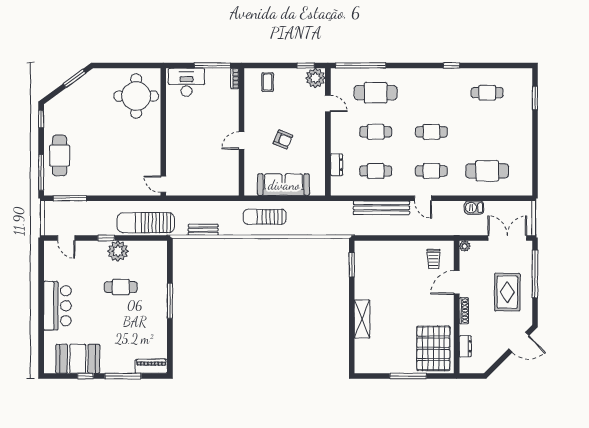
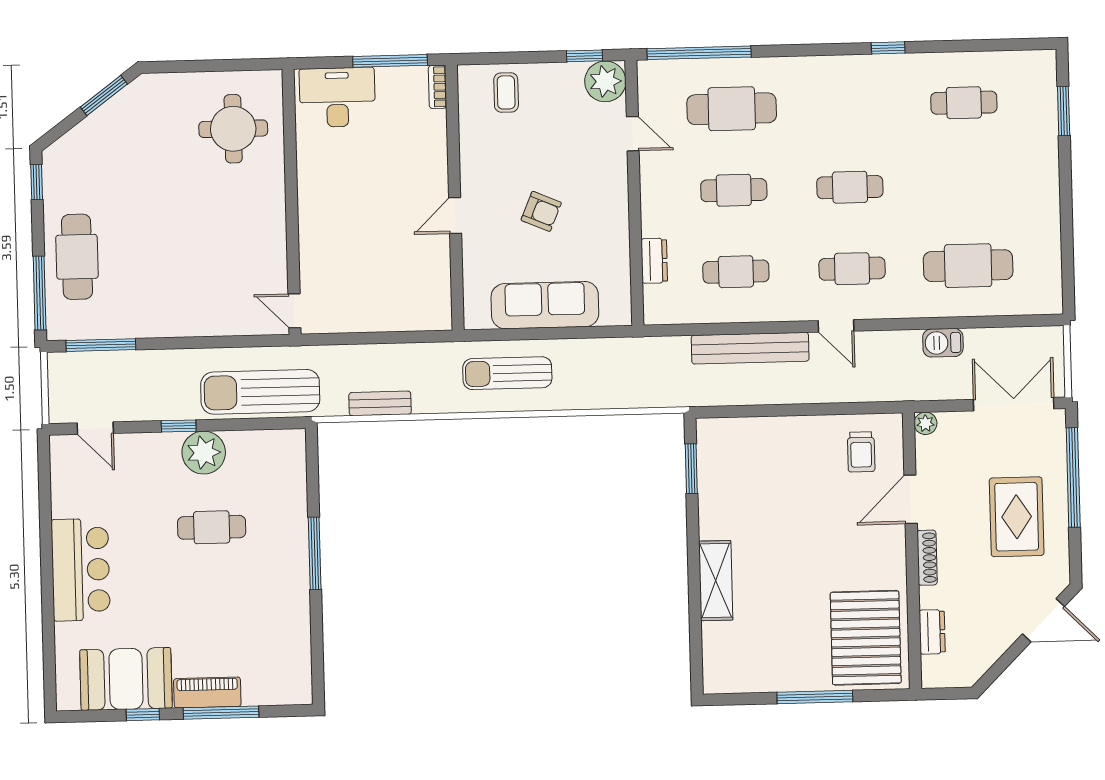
round table: (136, 96) -> (233, 129), width x0.73, depth x0.73
piano: (151, 366) -> (207, 692), moved

